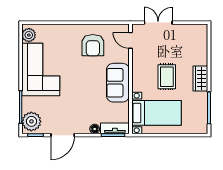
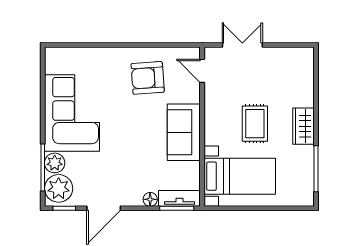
plant: (29, 35) -> (55, 163), moved
armchair: (93, 45) -> (148, 78), turned 86

